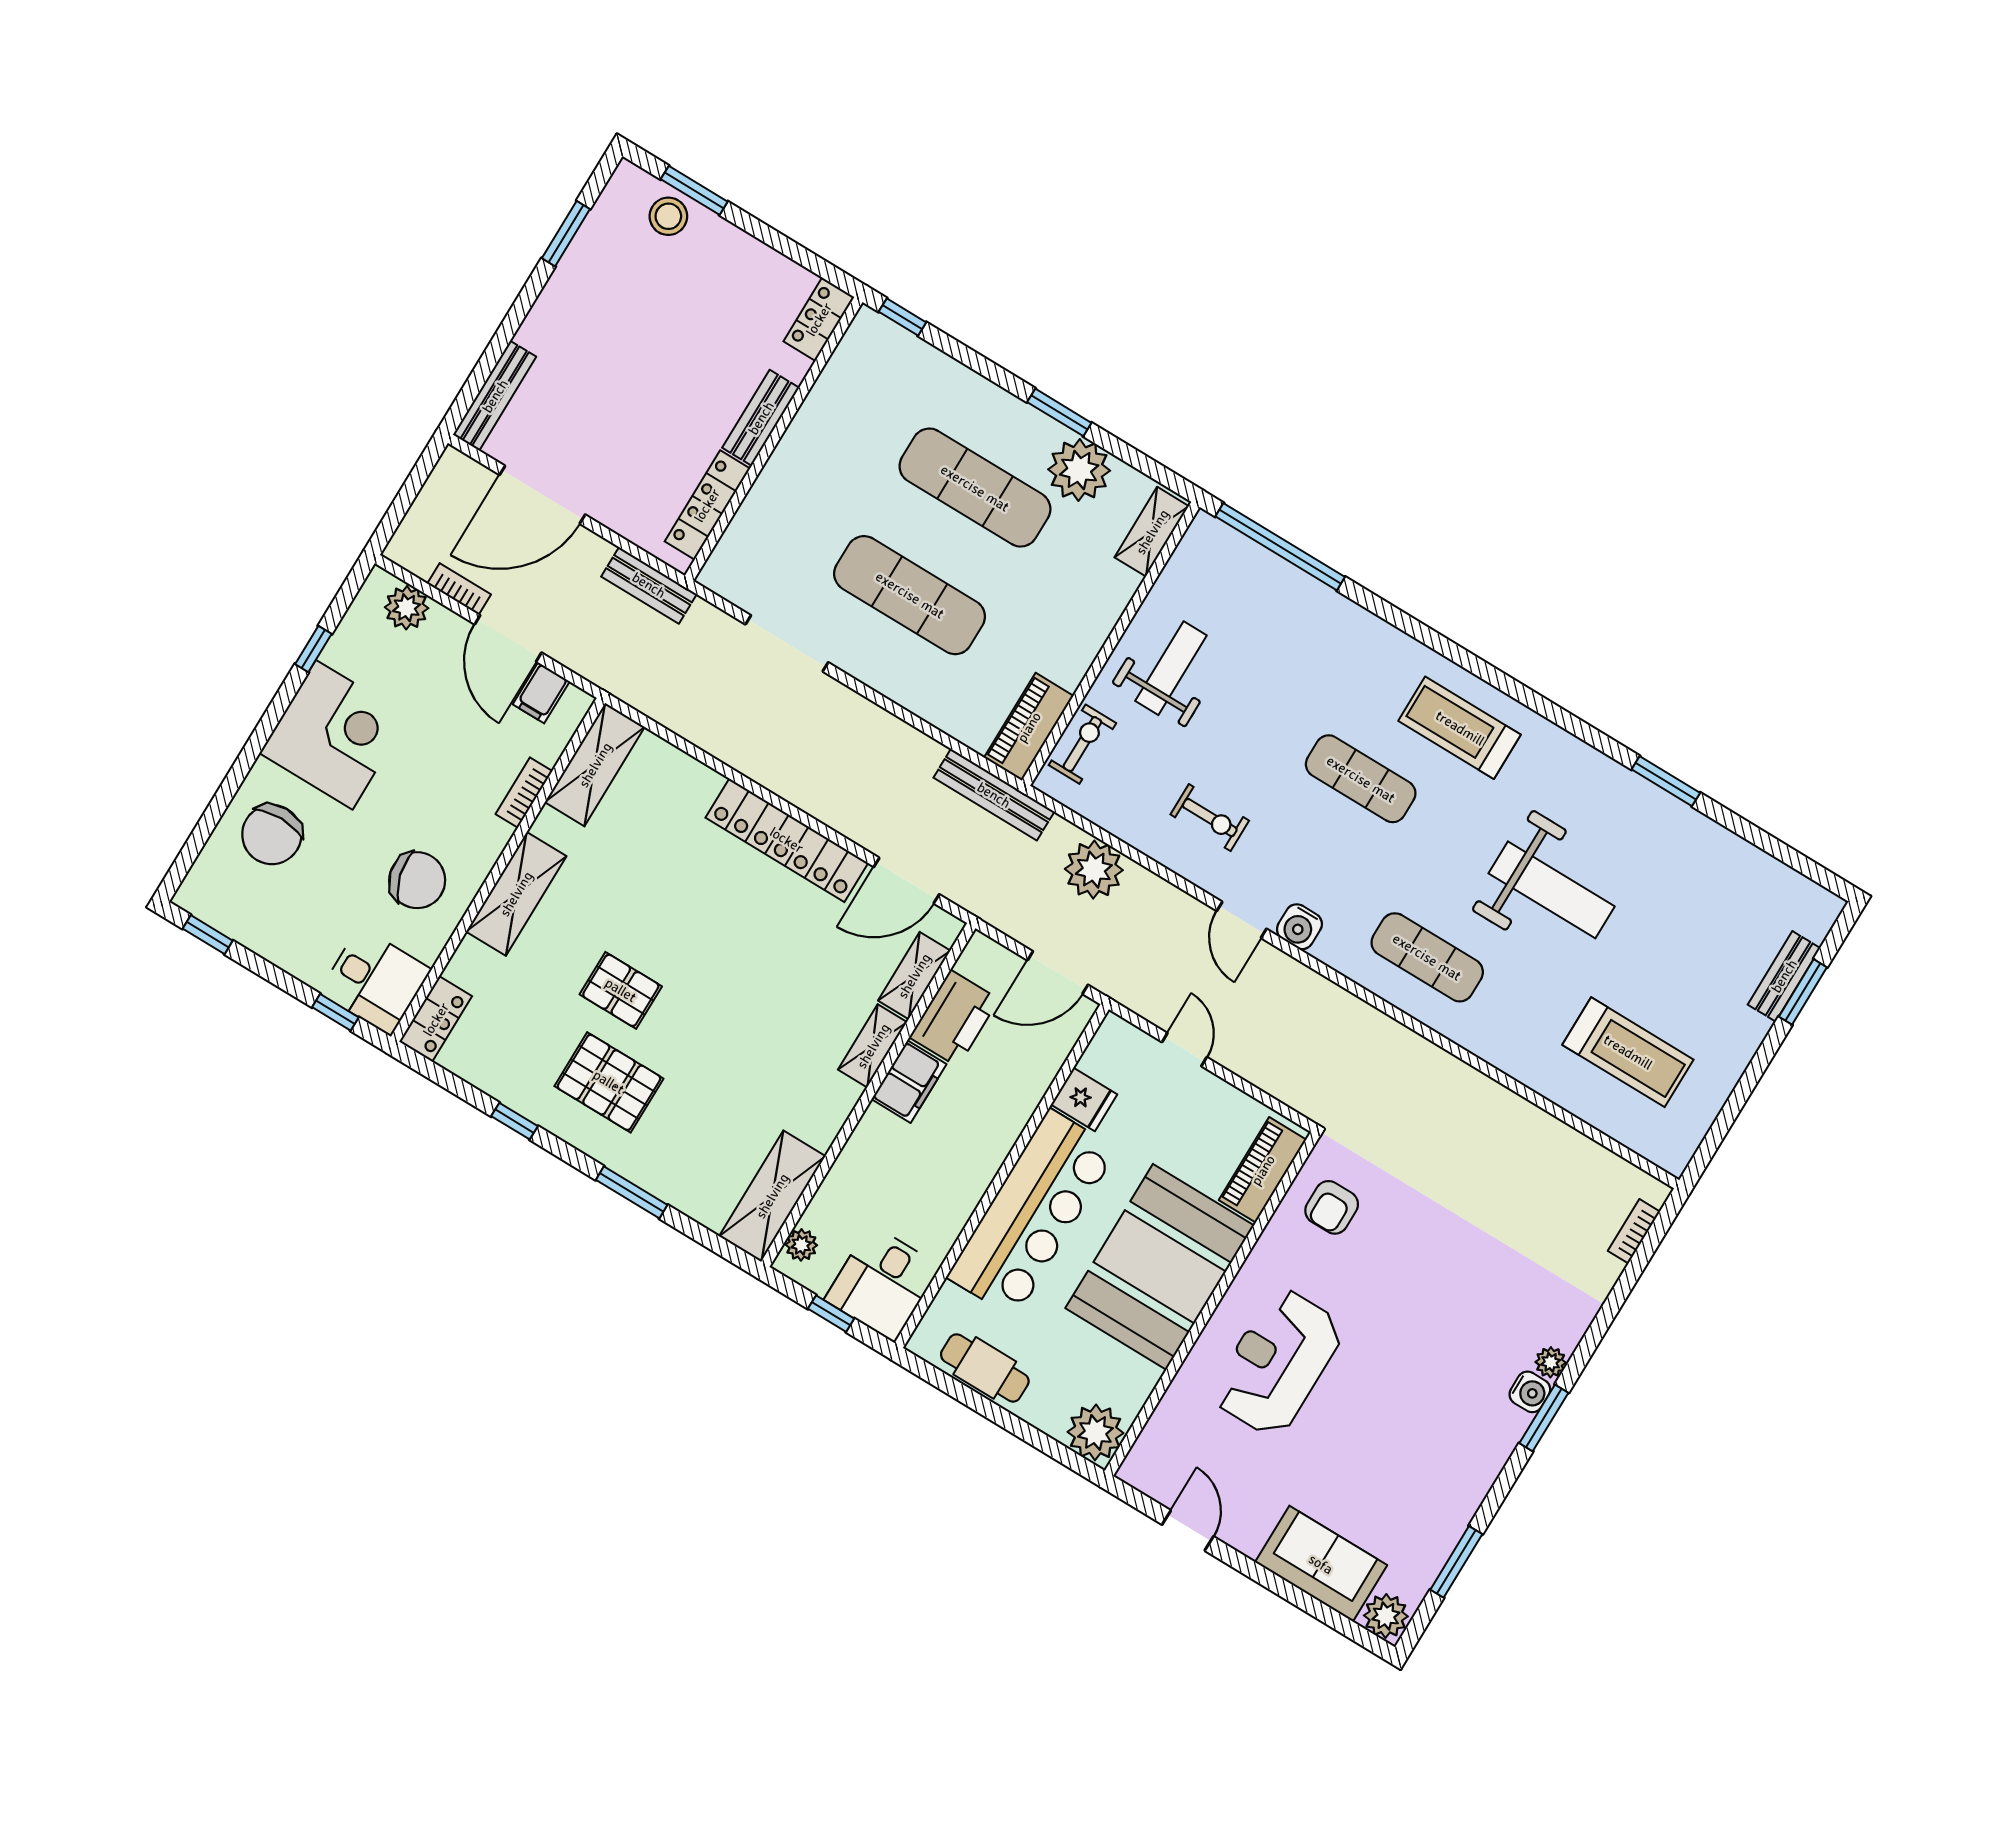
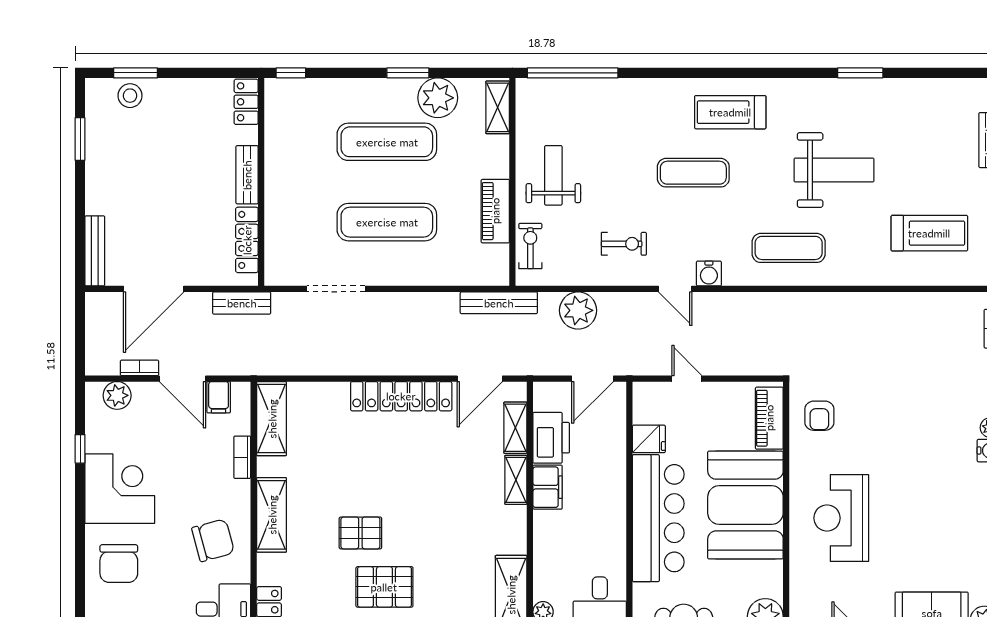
piano: (1029, 727) -> (495, 211), moved

